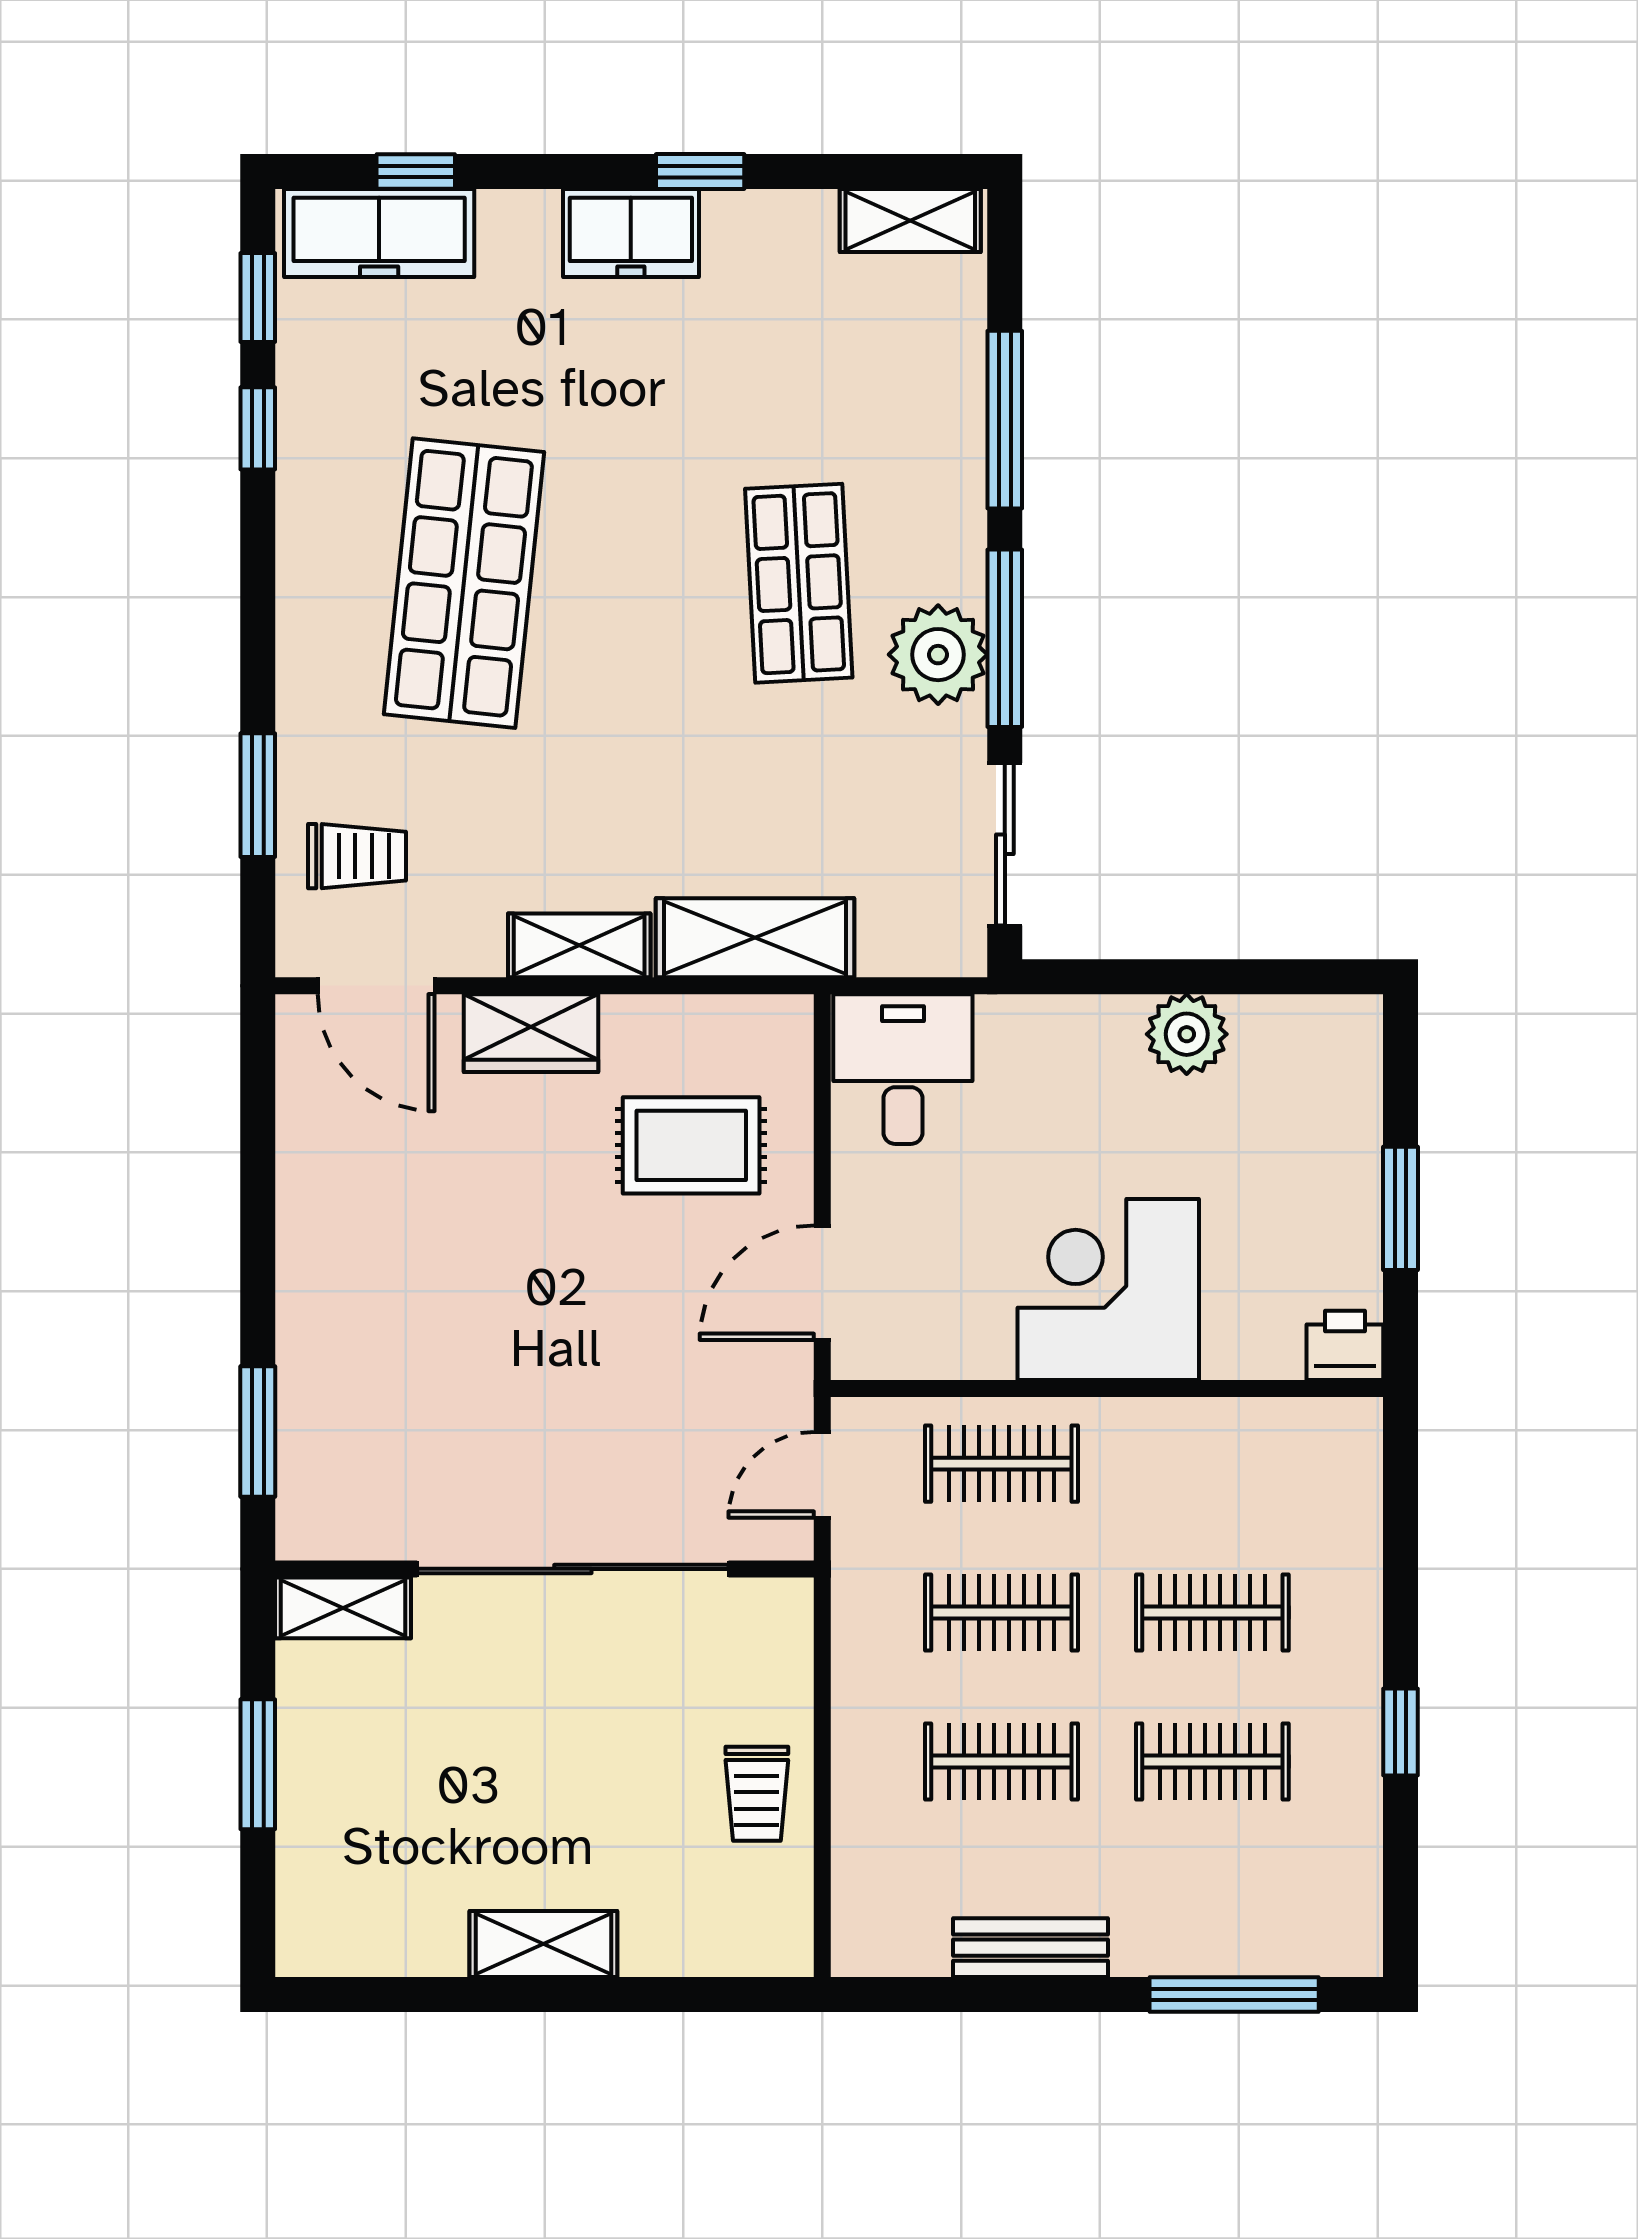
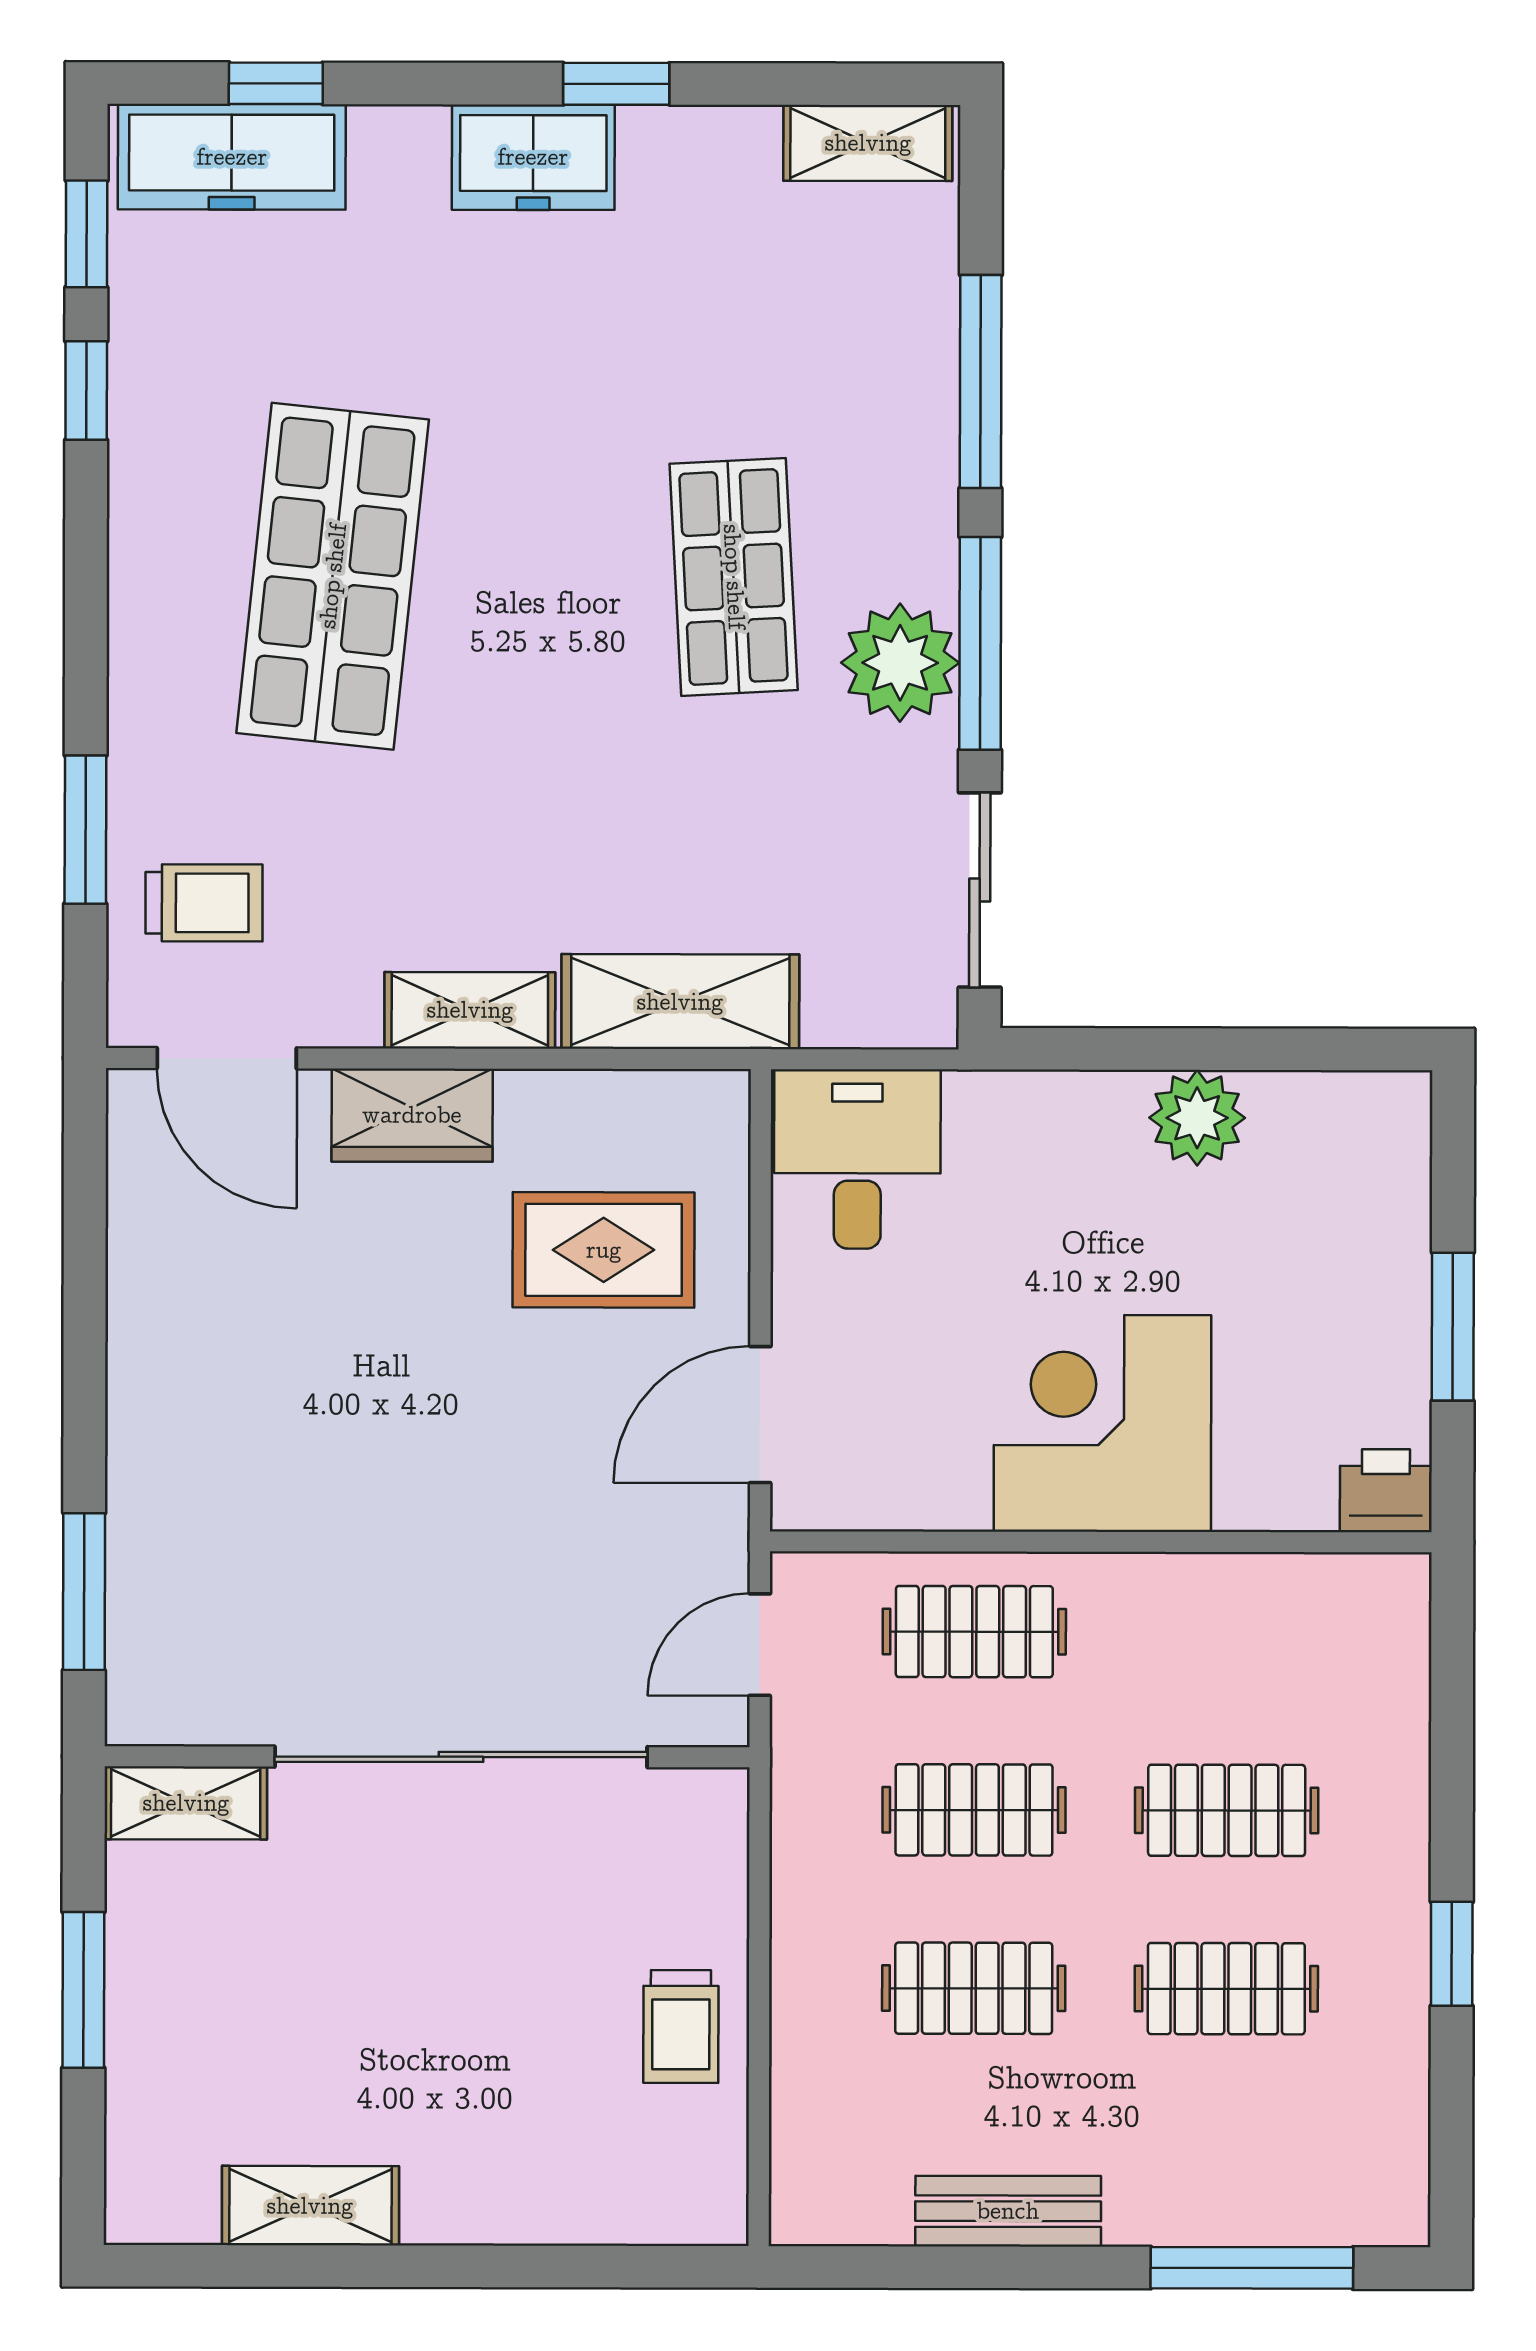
shelving: (543, 1944) -> (310, 2206), moved

